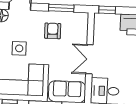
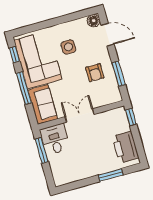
armchair: (53, 31) -> (95, 73), turned 90

